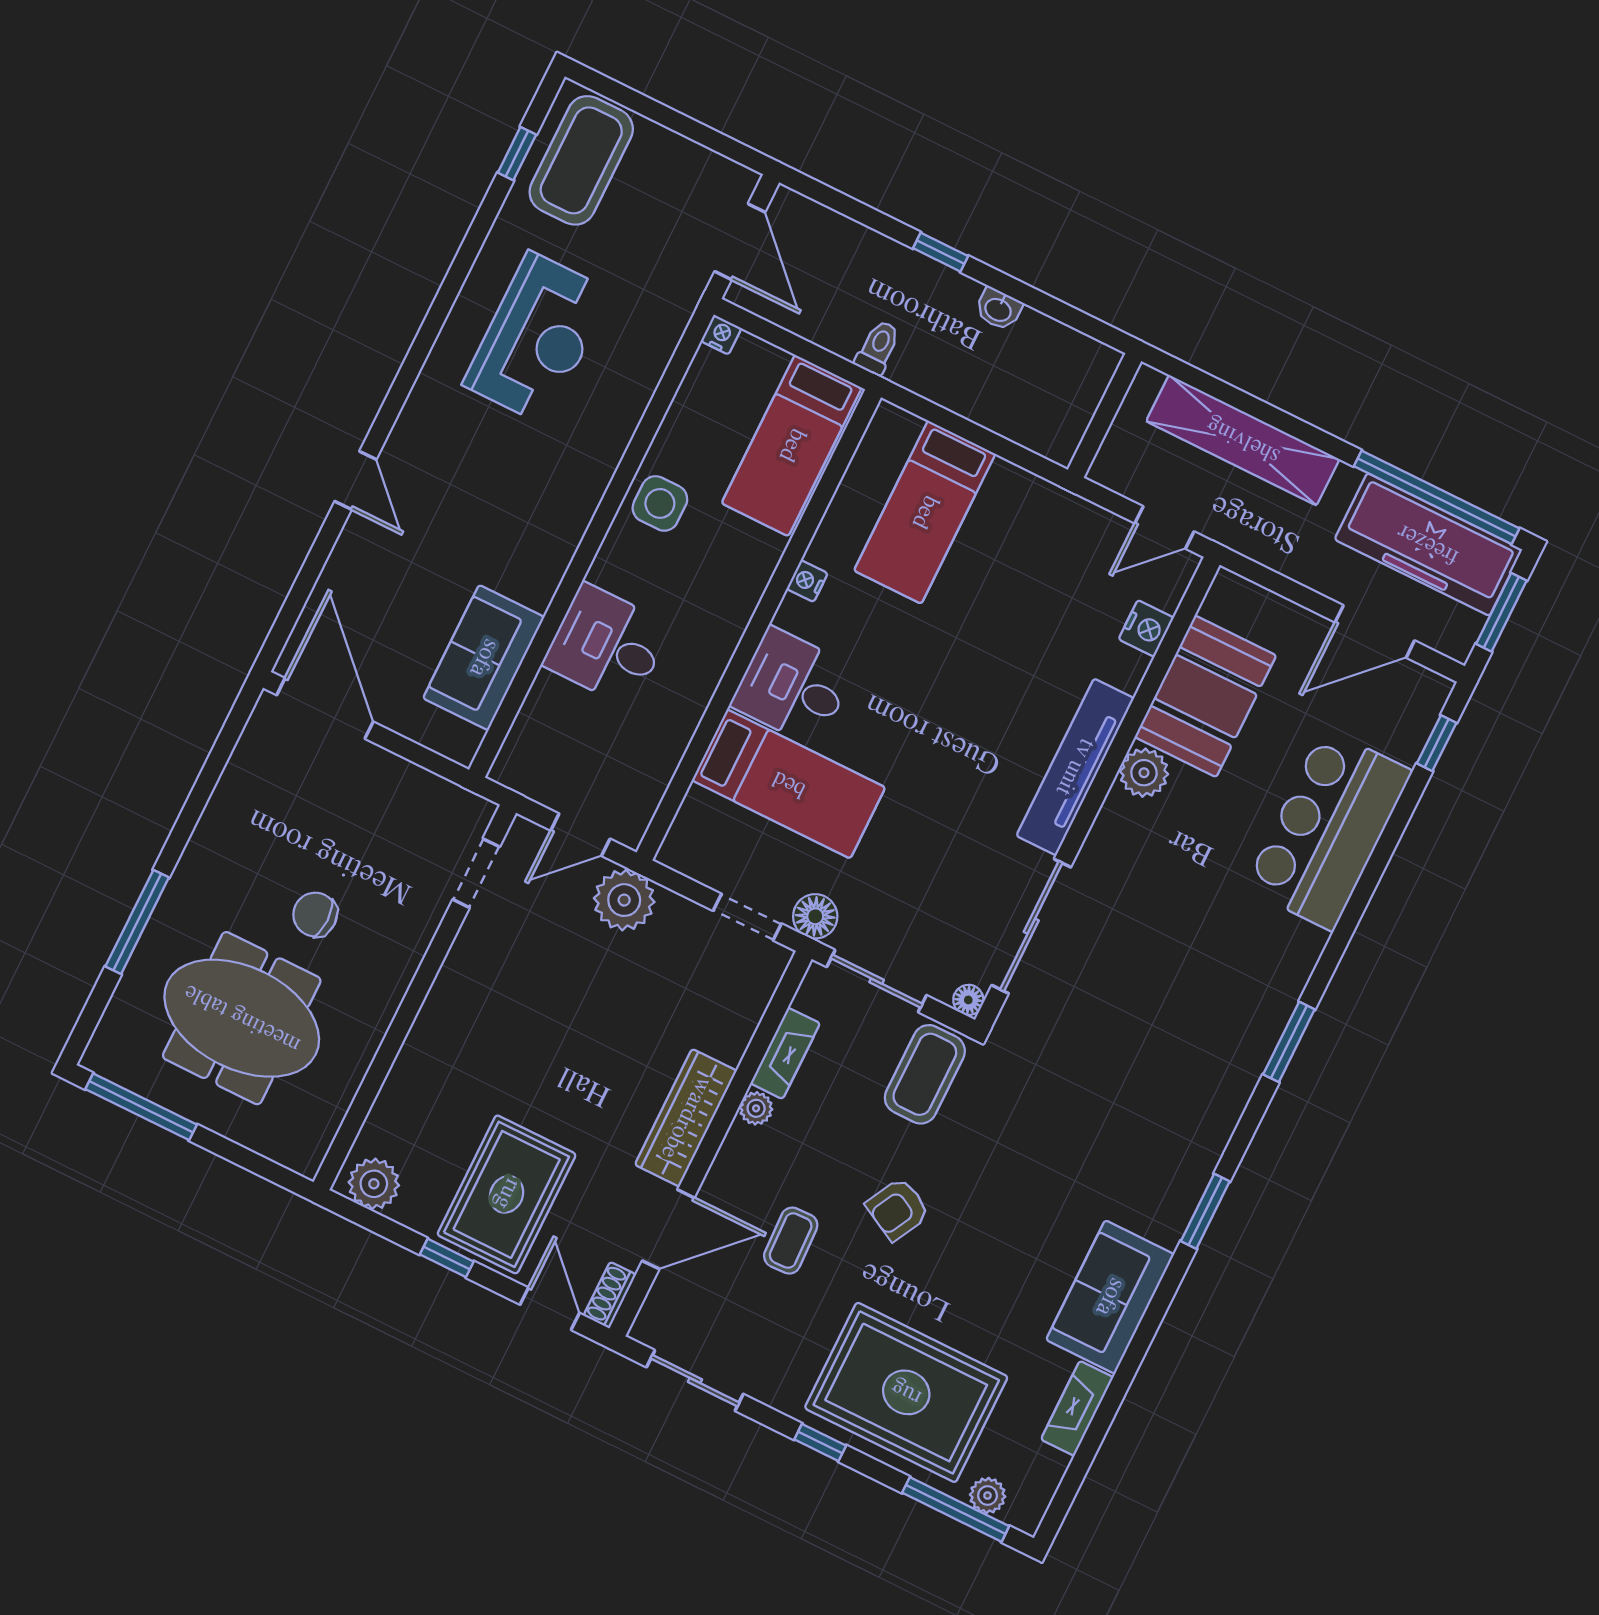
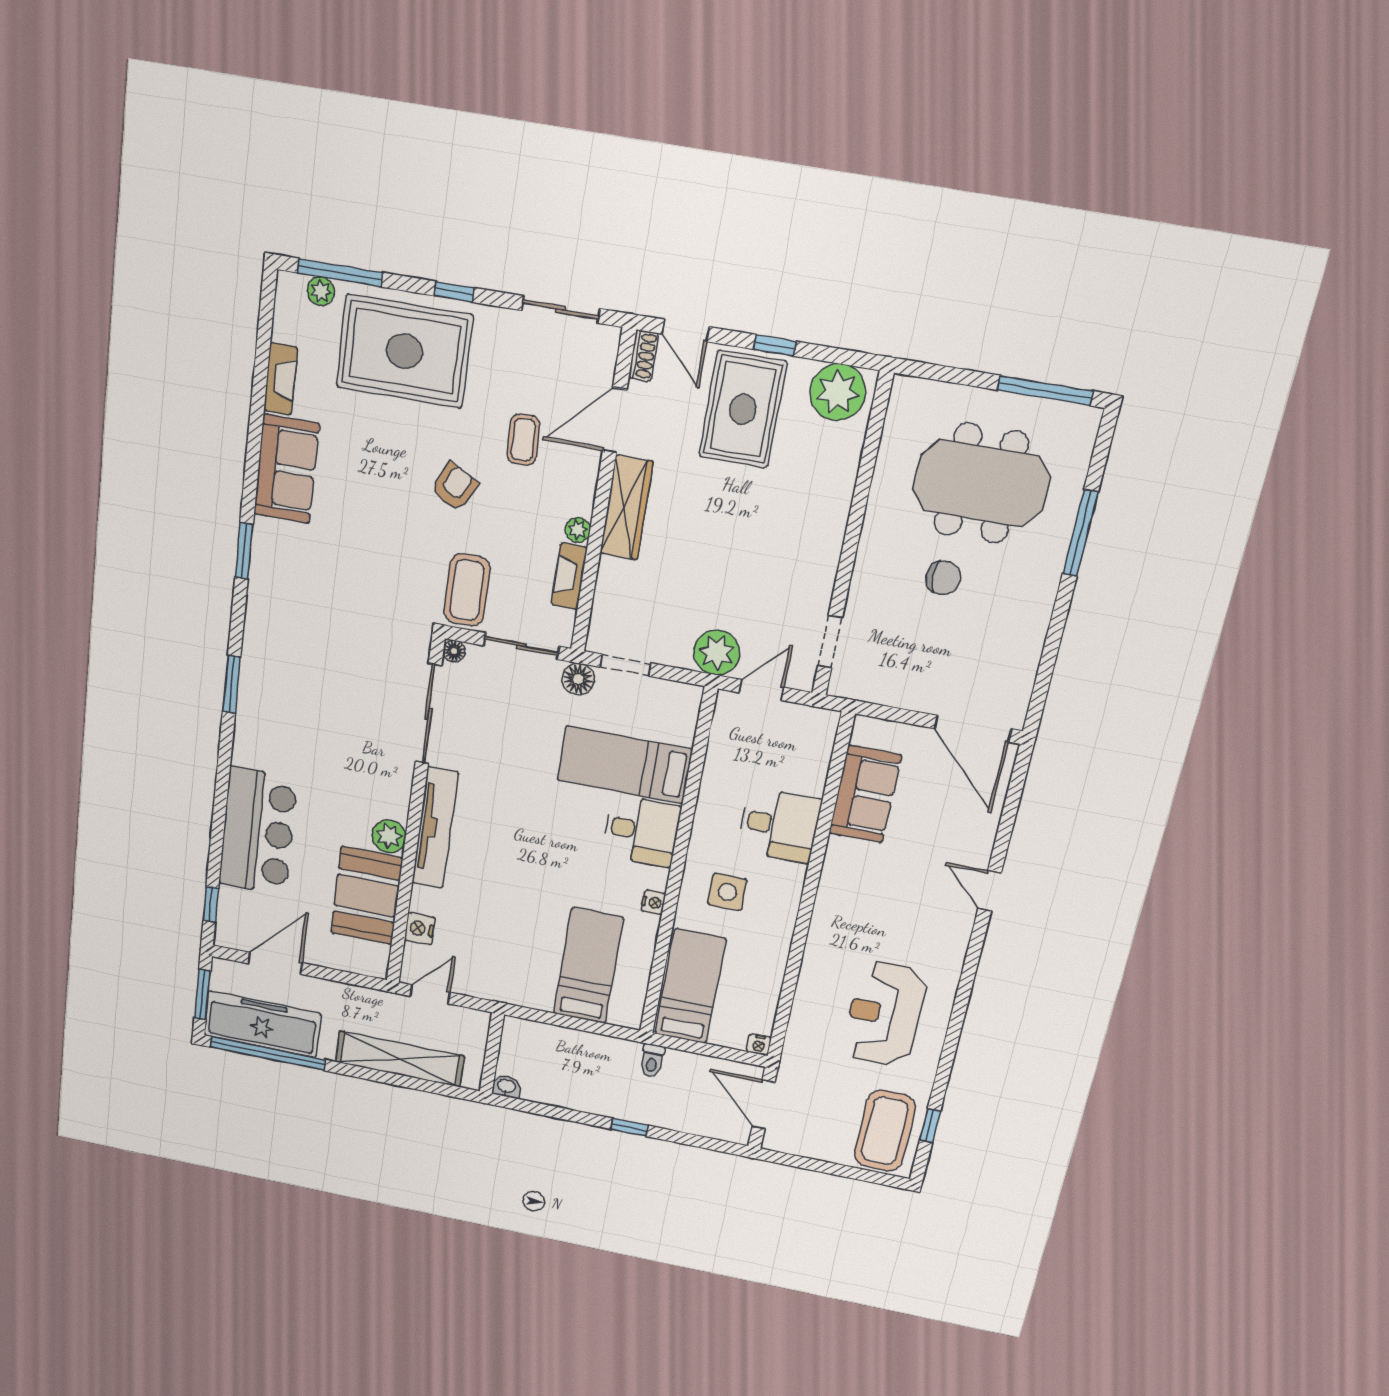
washbasin: (998, 309) -> (507, 1087), moved
side table: (660, 503) -> (727, 892), moved
plant: (374, 1184) -> (838, 392), width x1.36, depth x1.36

